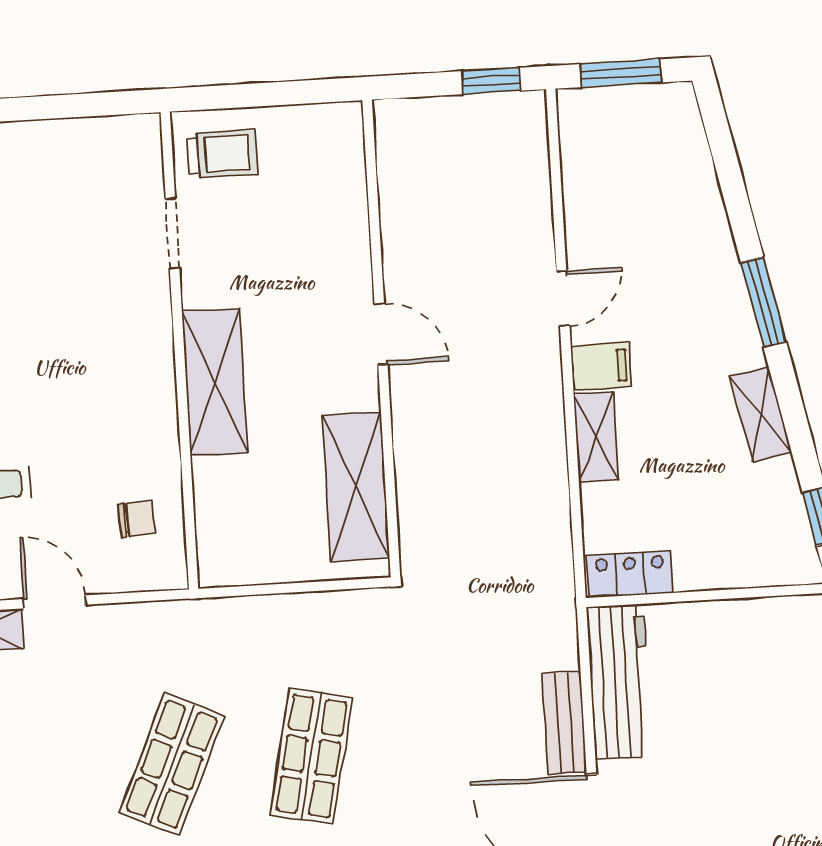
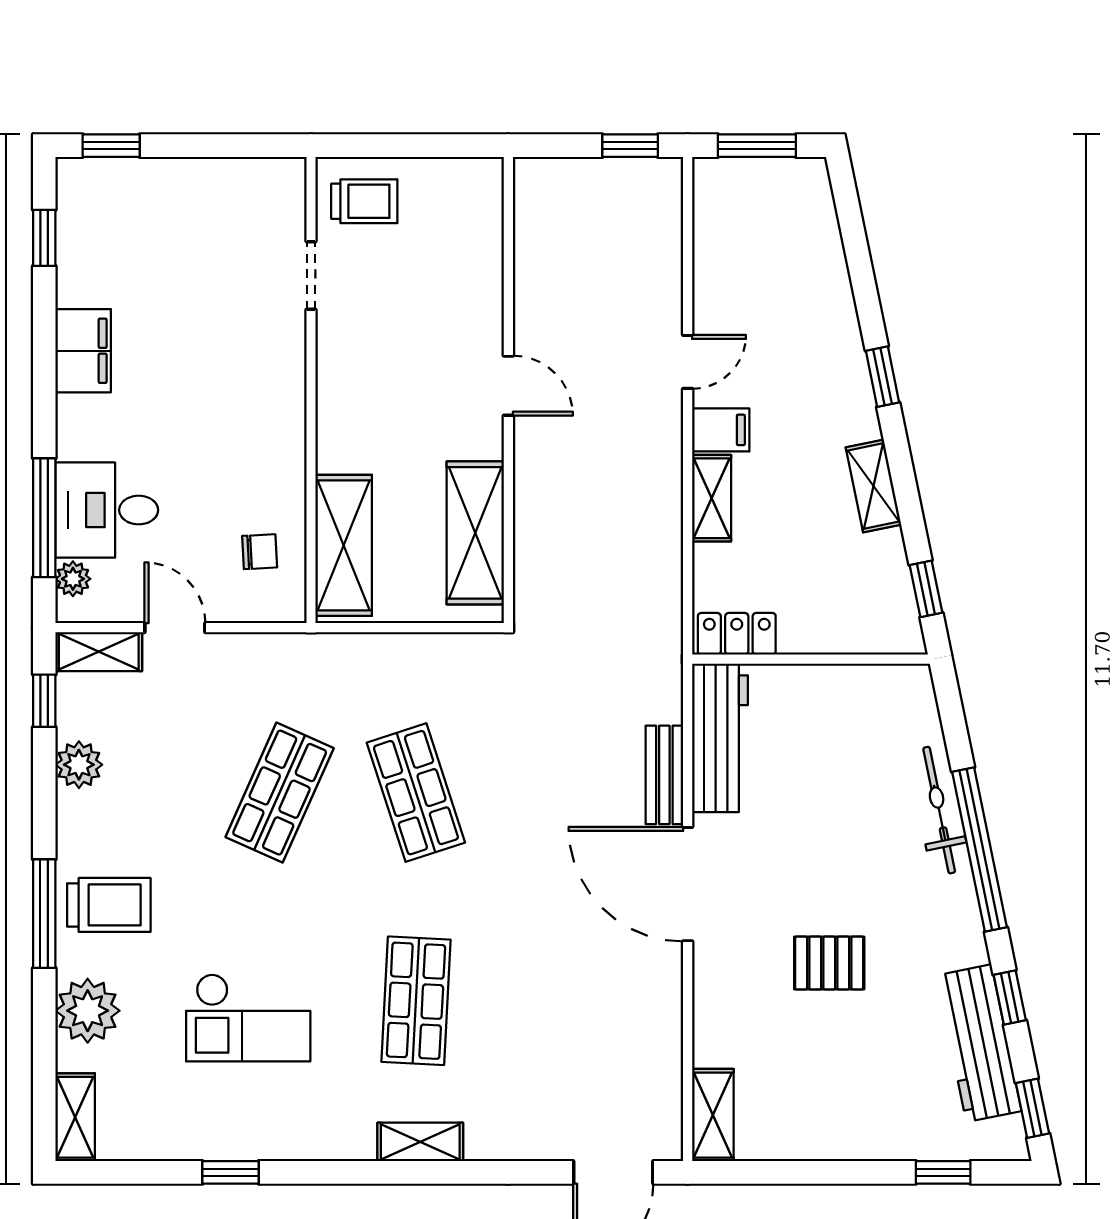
window: (763, 302) -> (882, 377), width x0.67
shelving: (215, 382) -> (344, 545), moved
shop shelf: (311, 756) -> (416, 793), turned -30

